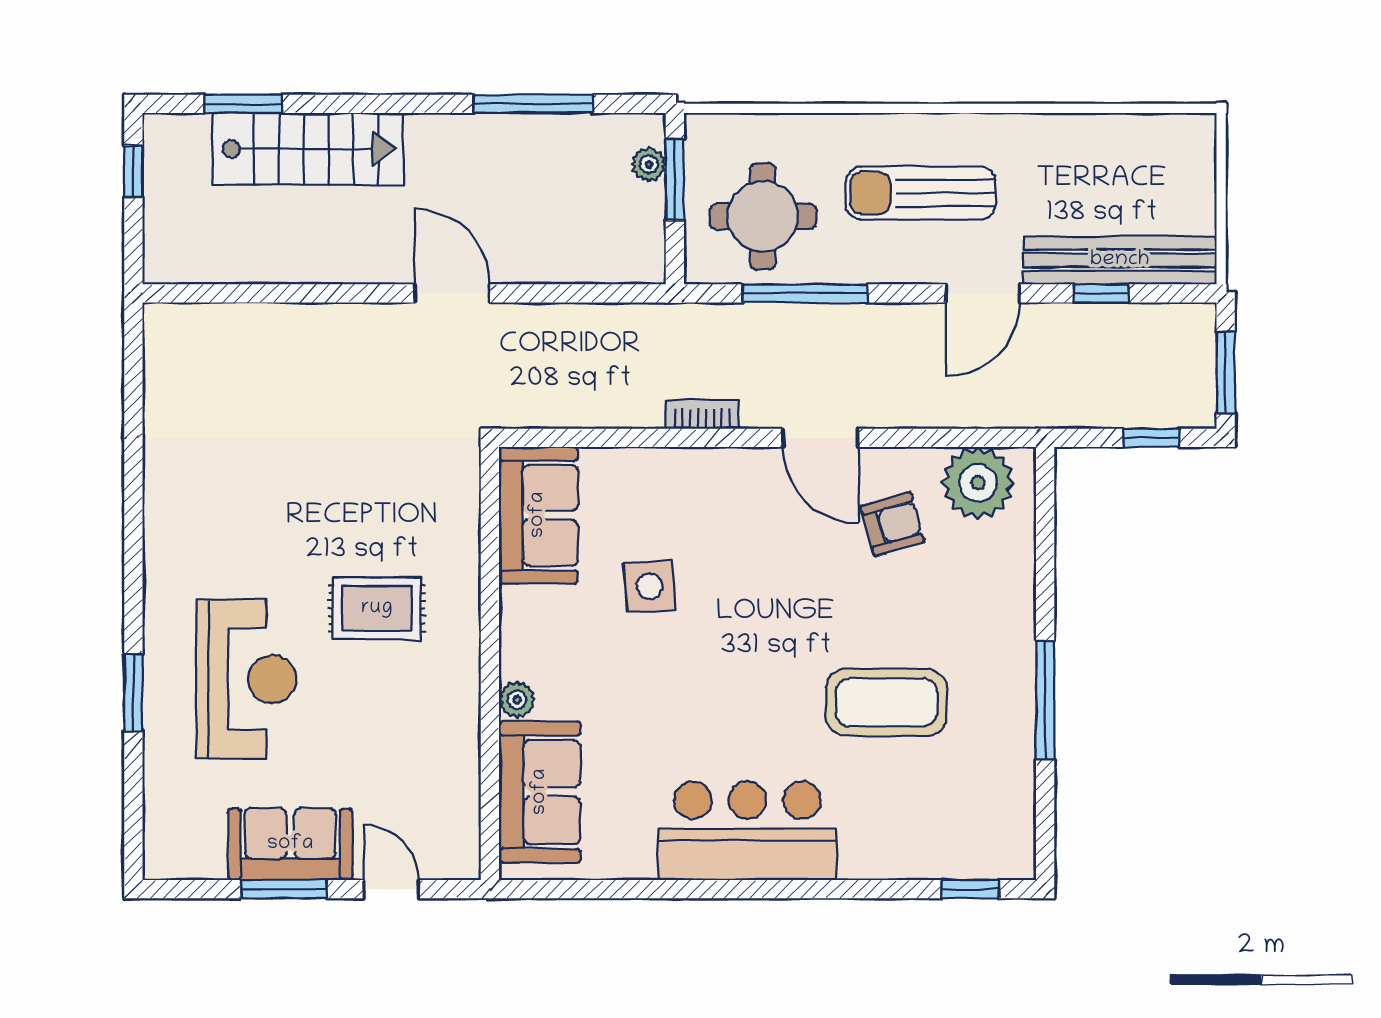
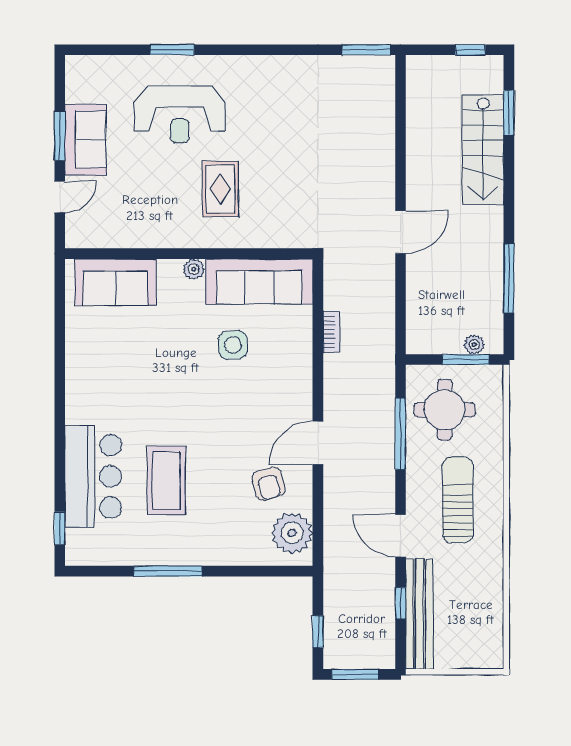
window: (133, 353) -> (366, 50), added
bookcase: (702, 414) -> (331, 332), moved
sofa: (538, 515) -> (259, 281), width x1.36
plant: (517, 700) -> (194, 269), moved
bar counter: (747, 831) -> (93, 476), moved

